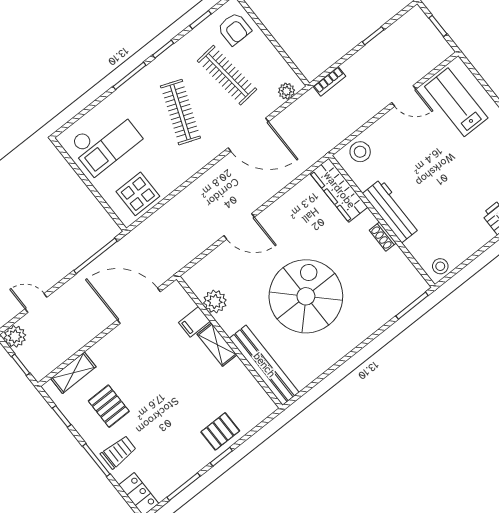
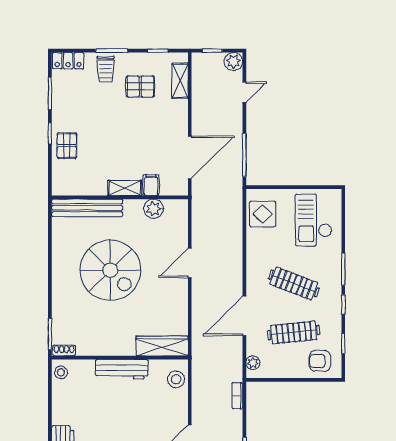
shoe rack: (383, 237) -> (64, 350), moved

